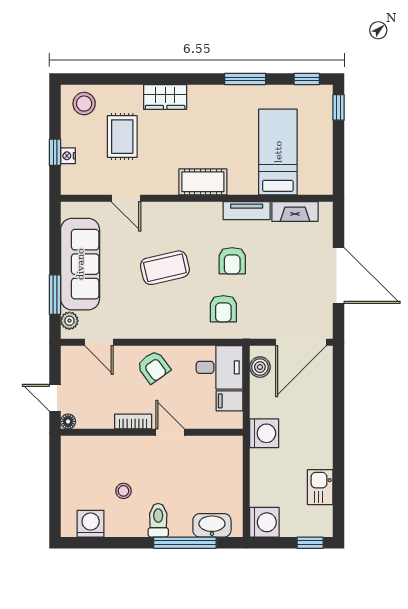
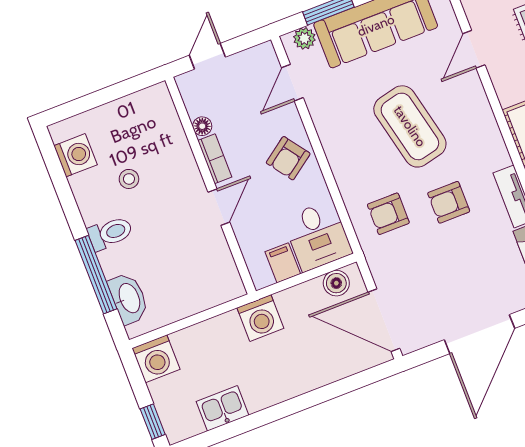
coffee table: (165, 268) -> (410, 126), width x1.36, depth x1.32
floor lamp: (68, 421) -> (202, 126), moved

